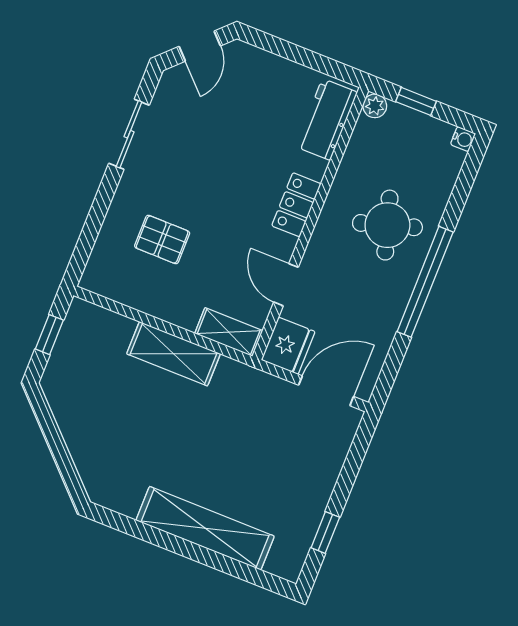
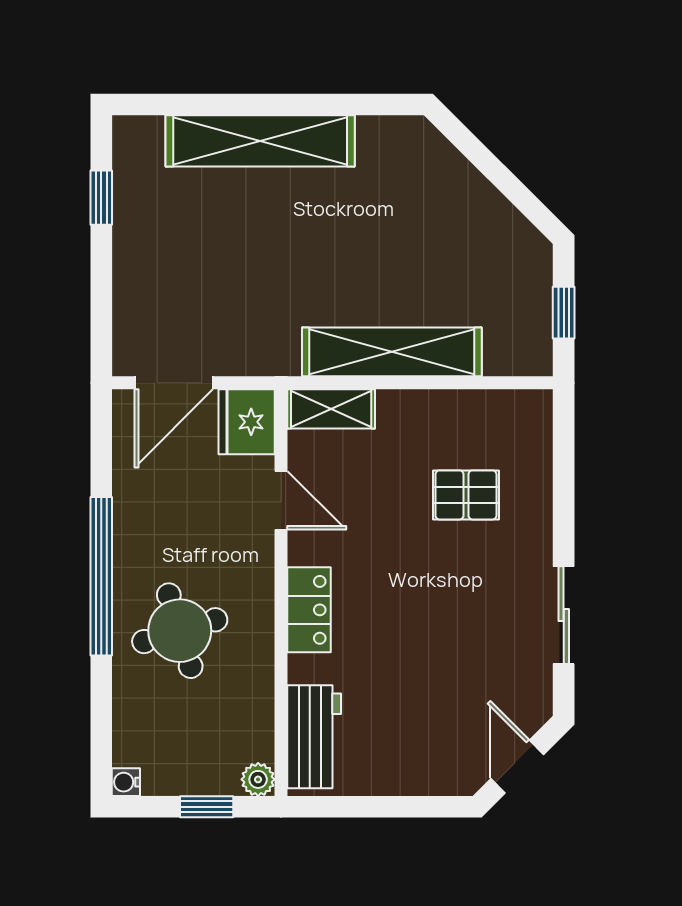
shelving: (174, 354) -> (392, 352), width x1.47

